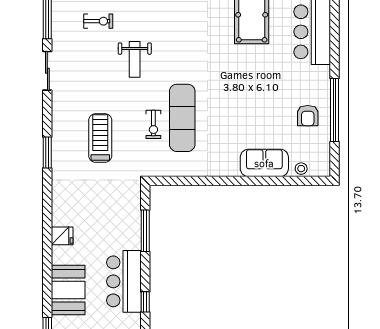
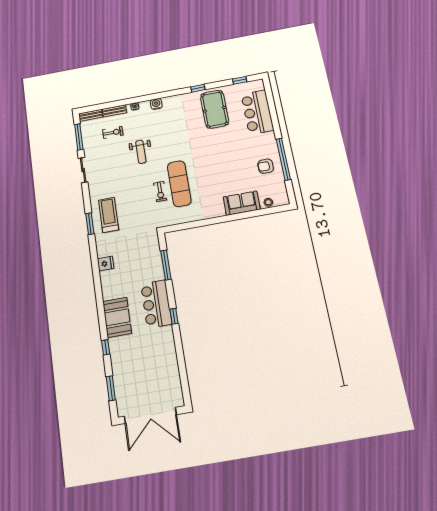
armchair: (308, 116) -> (266, 166), turned 90
treadmill: (100, 138) -> (109, 215), moved
fridge: (62, 236) -> (106, 264), moved

